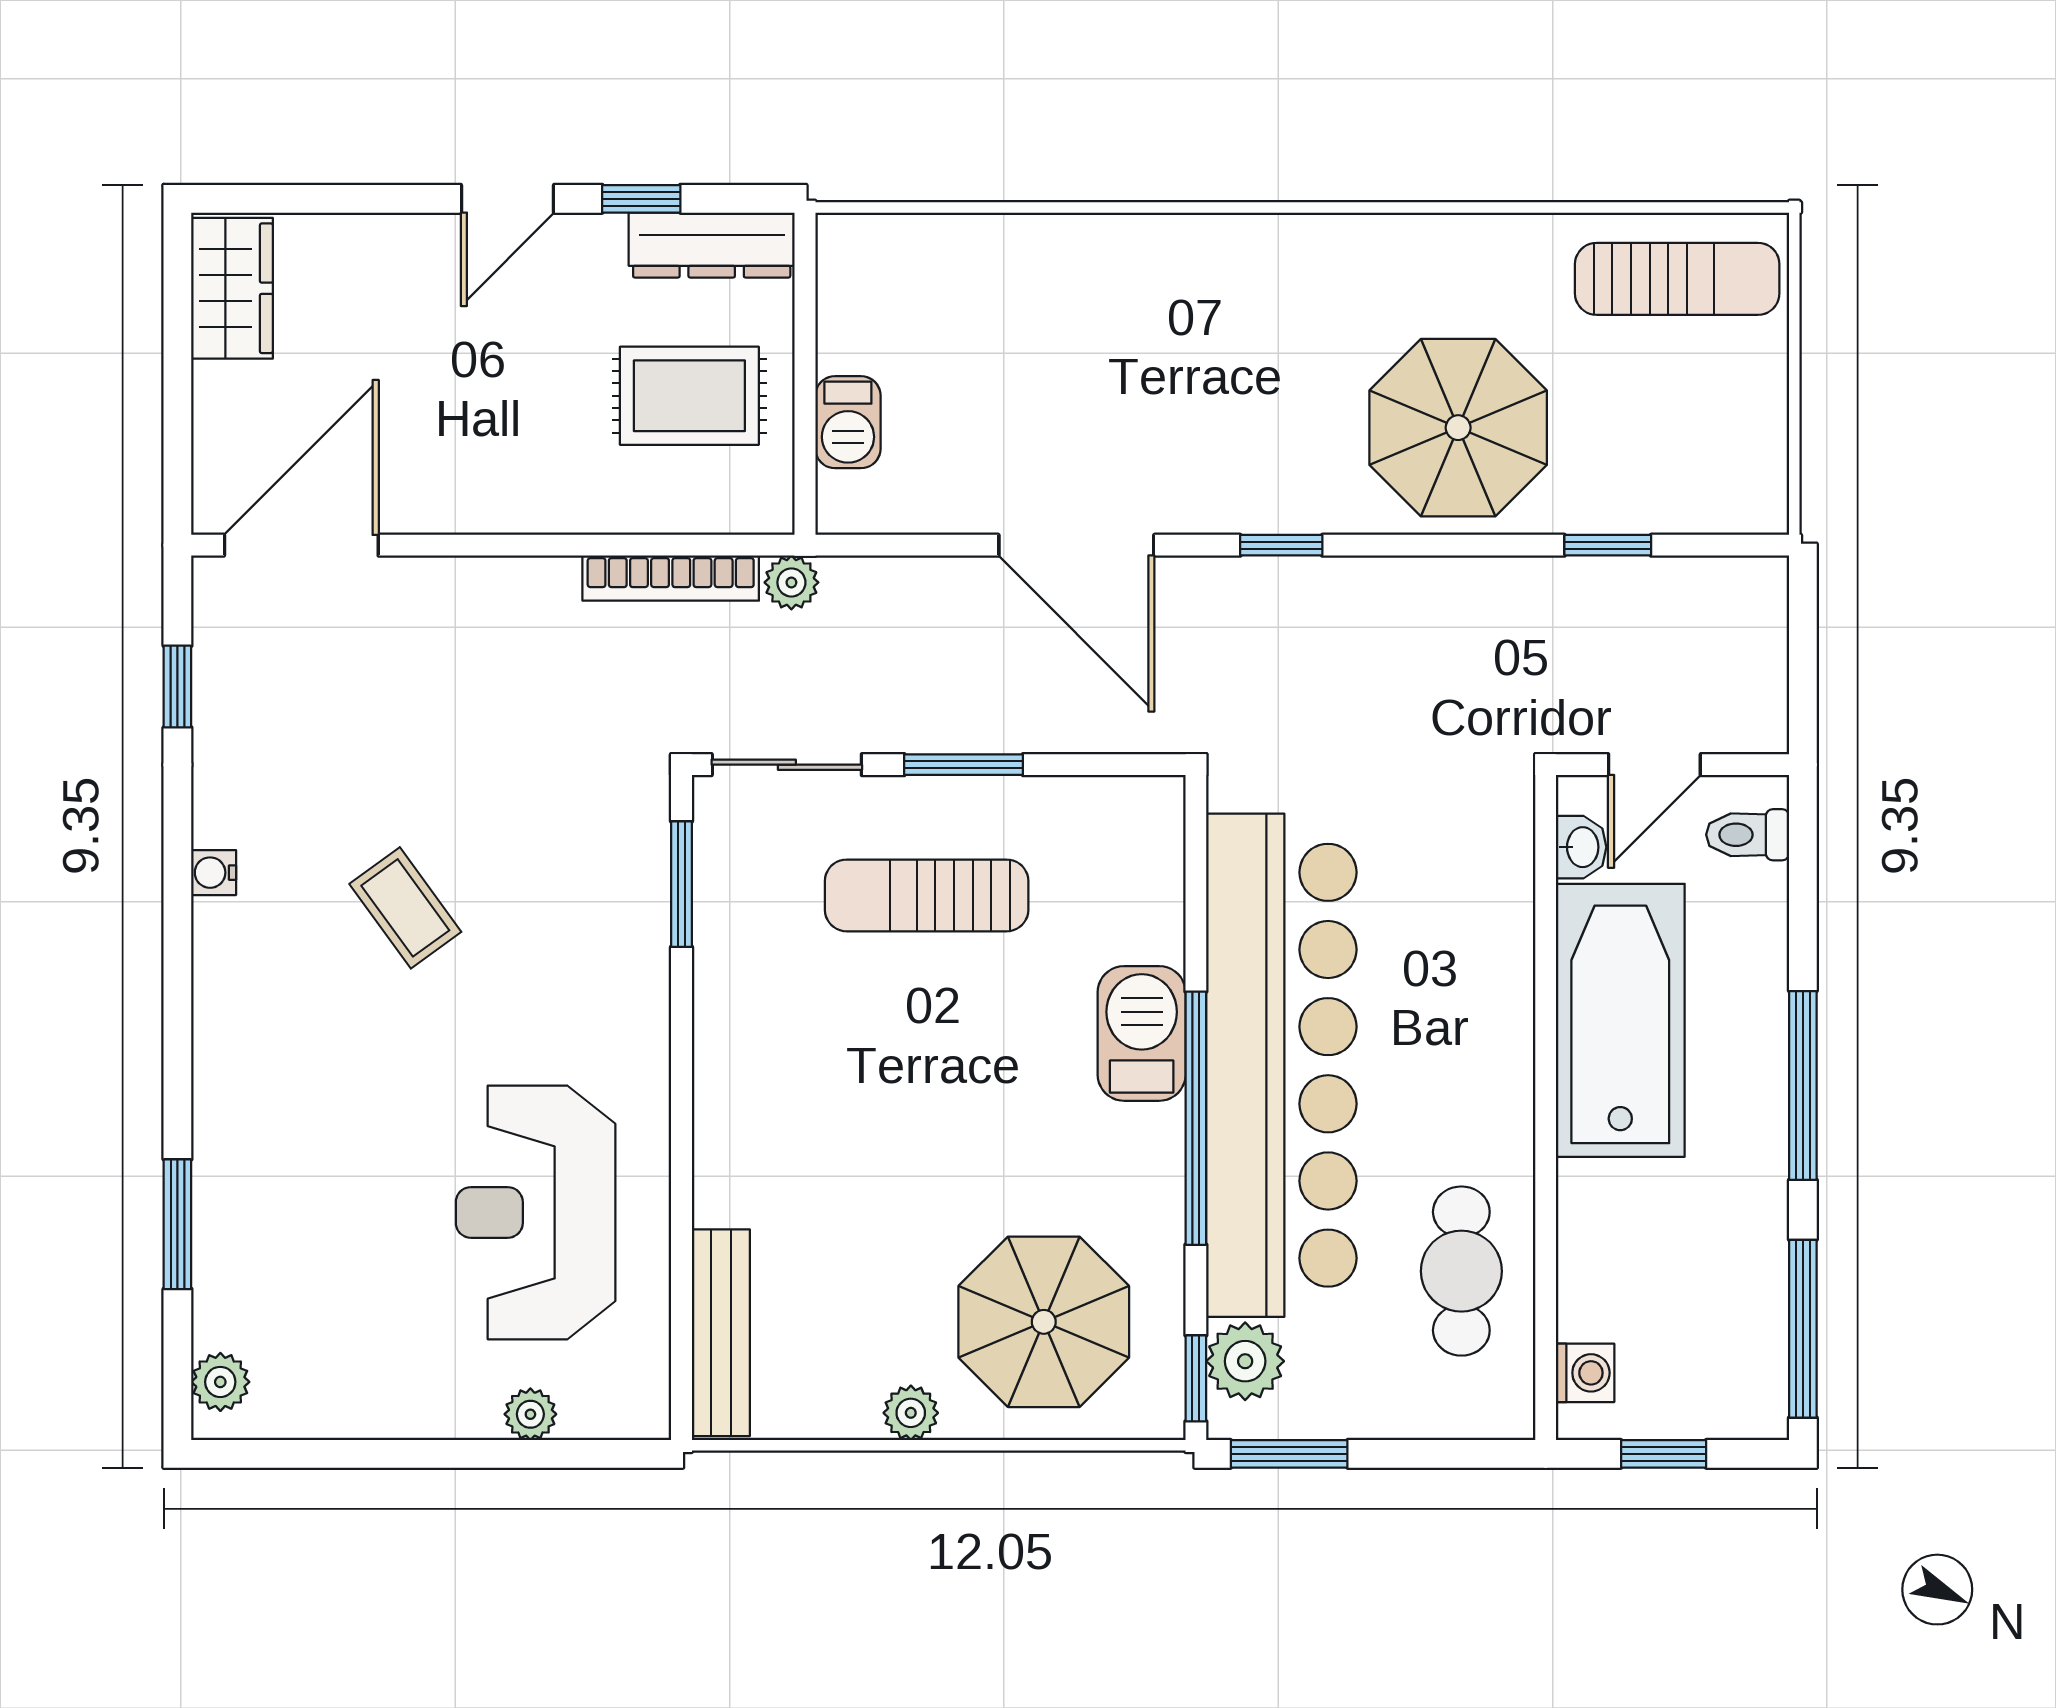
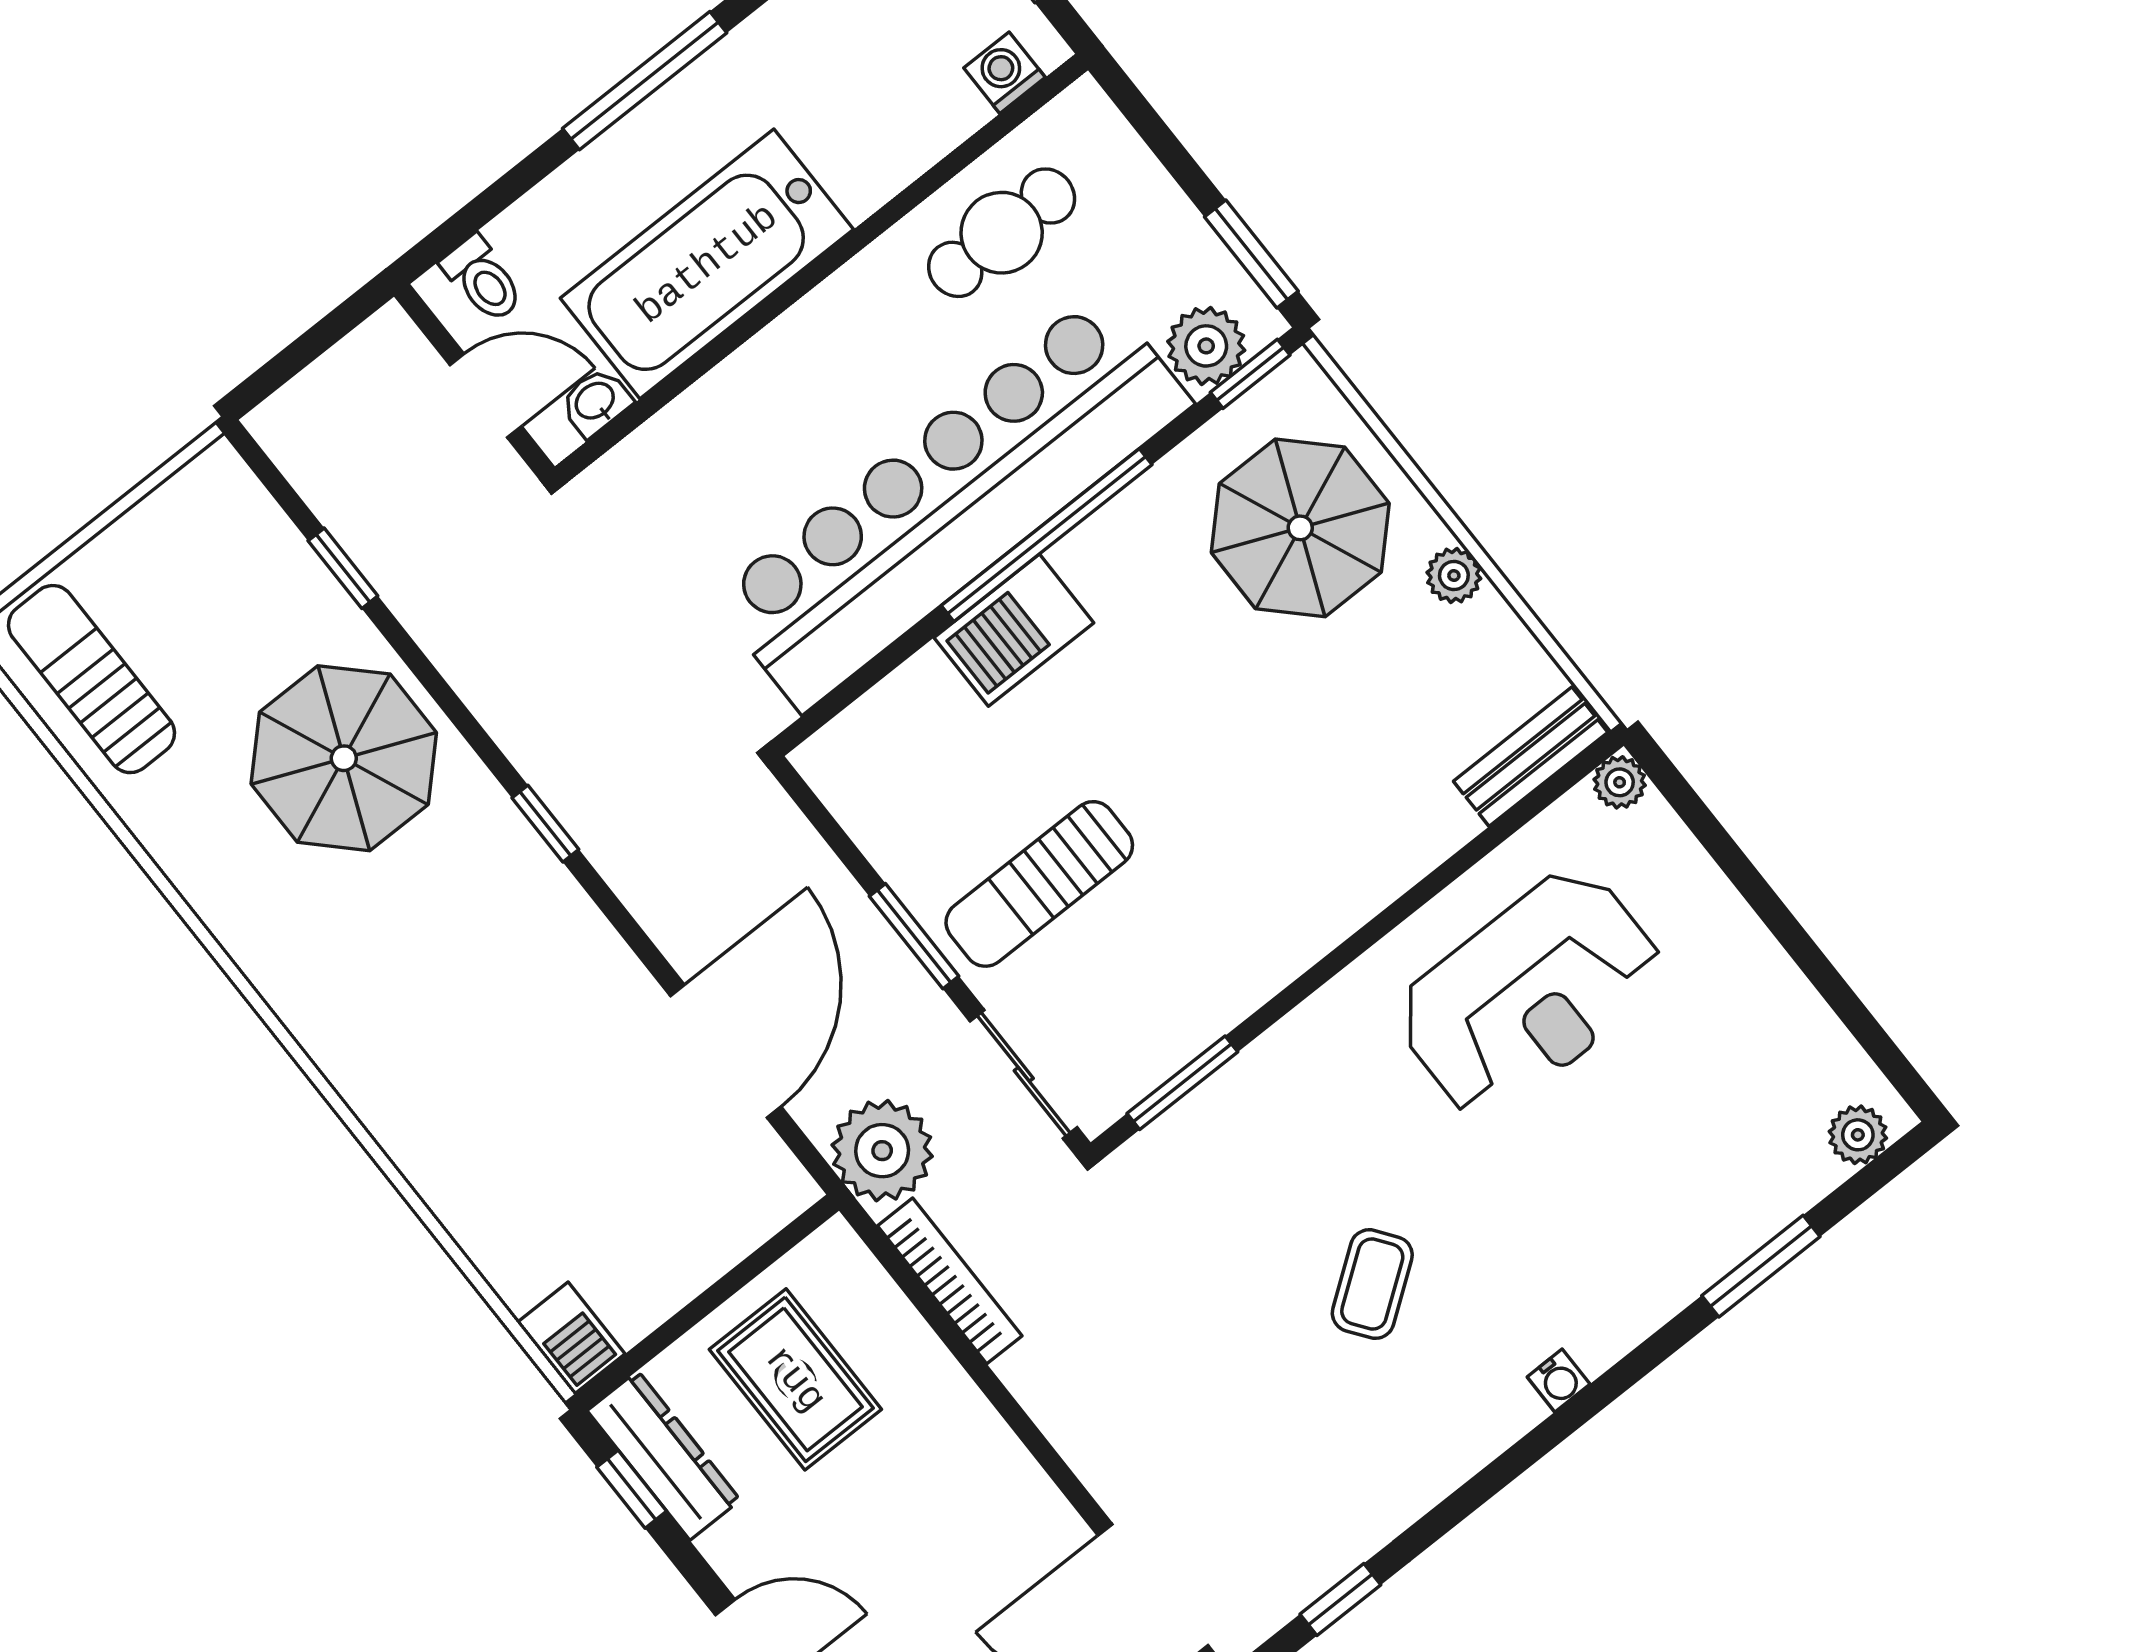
window: (641, 199) -> (632, 1489), moved
barbecue: (848, 422) -> (571, 1338), moved, turned 90
door: (1076, 545) -> (726, 1051), moved
plant: (791, 582) -> (882, 1151), width x1.88, depth x1.88
water cooler: (214, 873) -> (1559, 1380), moved
sun lounger: (927, 895) -> (1039, 884), turned 90
bench: (721, 1333) -> (1531, 757), width x0.73
plant: (530, 1414) -> (1620, 782), moved

